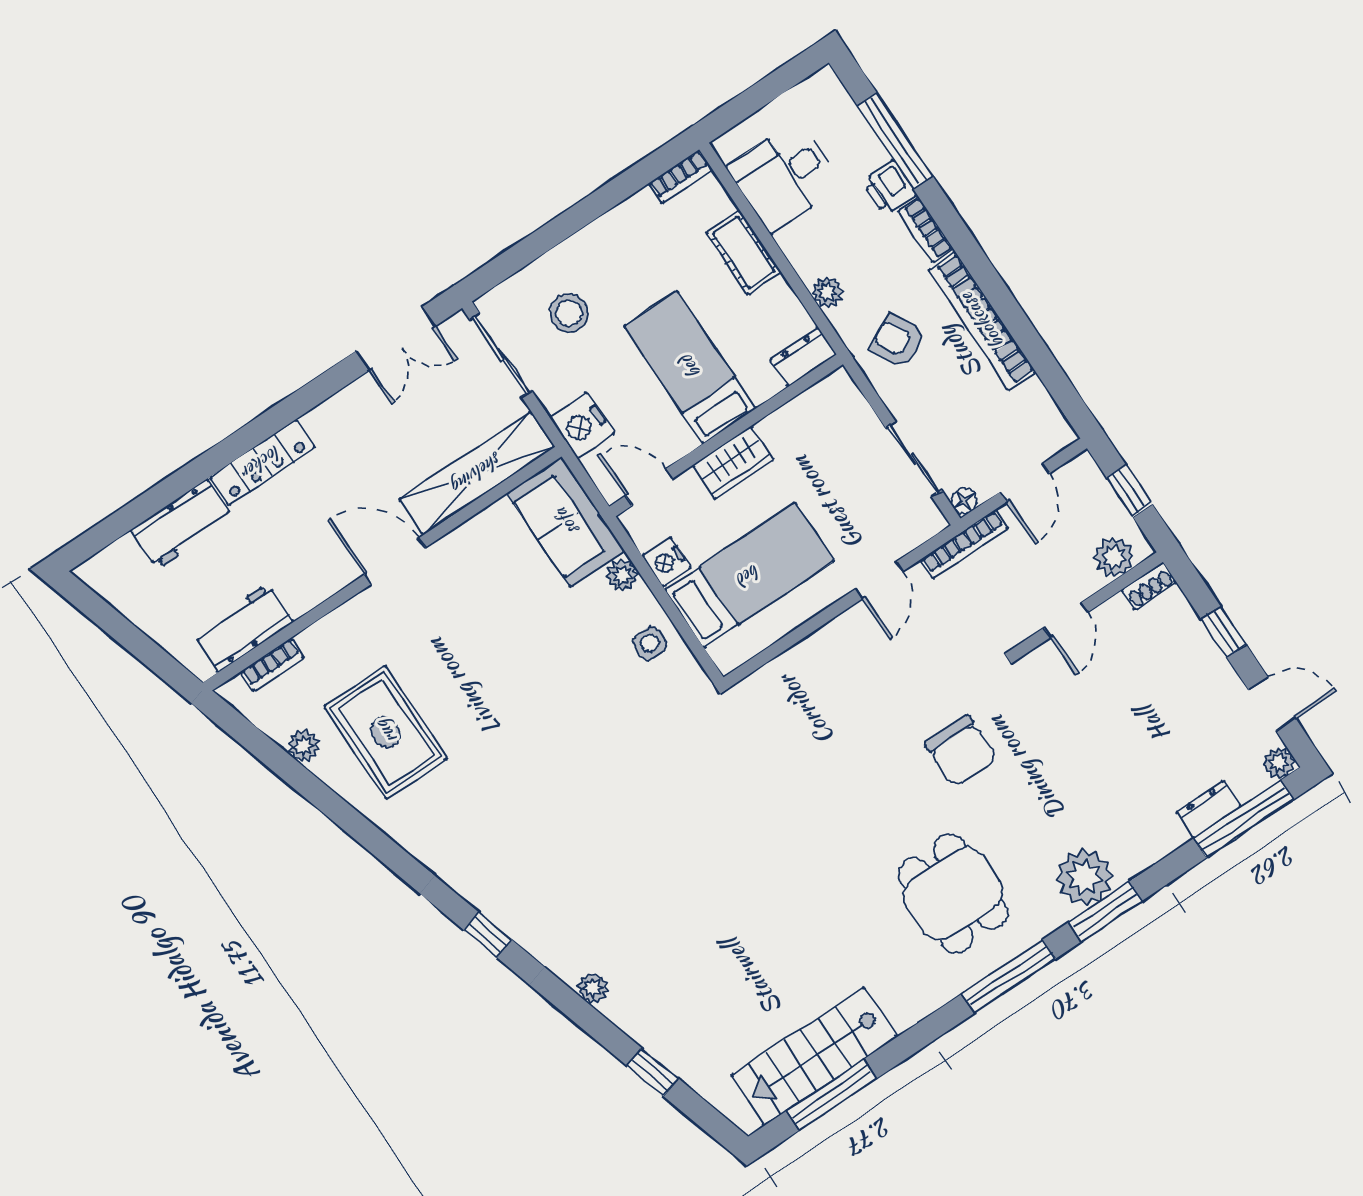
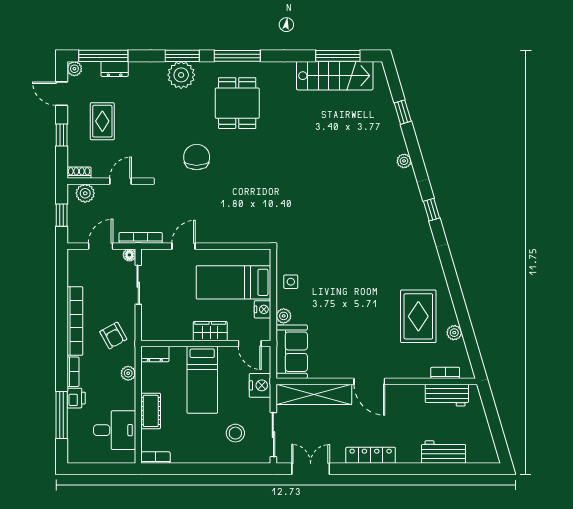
locker: (262, 462) -> (371, 455), moved
rug: (1168, 703) -> (102, 121), added

